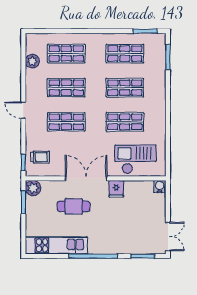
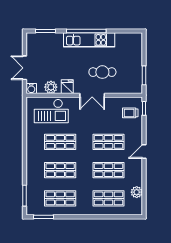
door: (23, 110) -> (144, 152), swing flipped
double door: (86, 178) -> (92, 95), width x0.73
plant: (33, 188) -> (51, 87), moved
double door: (168, 237) -> (25, 68), moved
kitchen unit: (56, 245) -> (89, 40), moved

